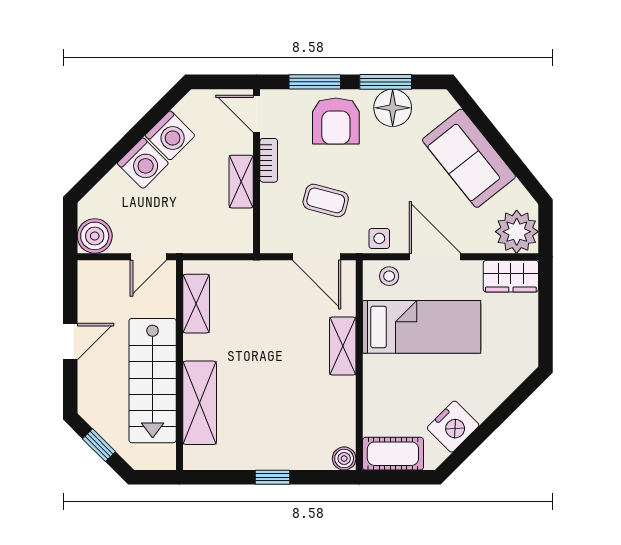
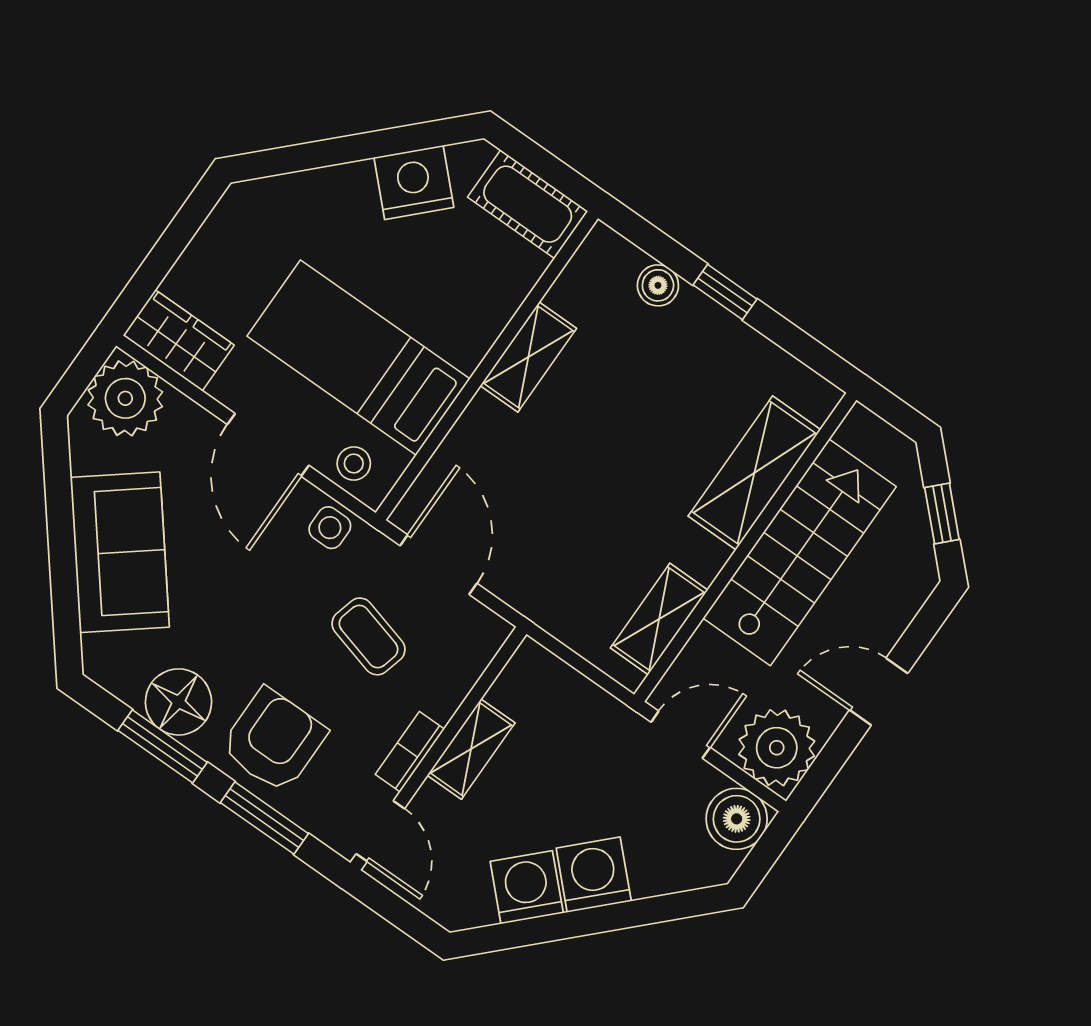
plant: (99, 282) -> (777, 748), added
shelving: (343, 346) -> (528, 357), moved
boiler: (344, 459) -> (658, 285), moved

